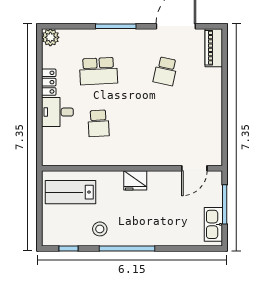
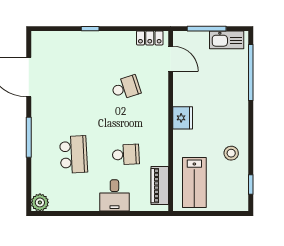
piano: (214, 48) -> (160, 186), moved, turned 90
school desk: (165, 71) -> (126, 88), moved, turned -30
locker: (49, 82) -> (150, 38), moved, turned 180
window: (225, 88) -> (90, 29), added
window: (127, 249) -> (251, 72), moved

